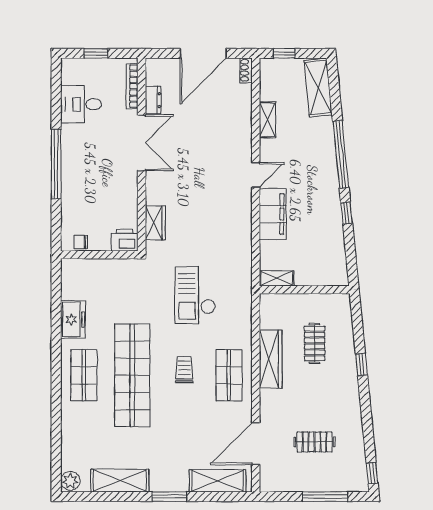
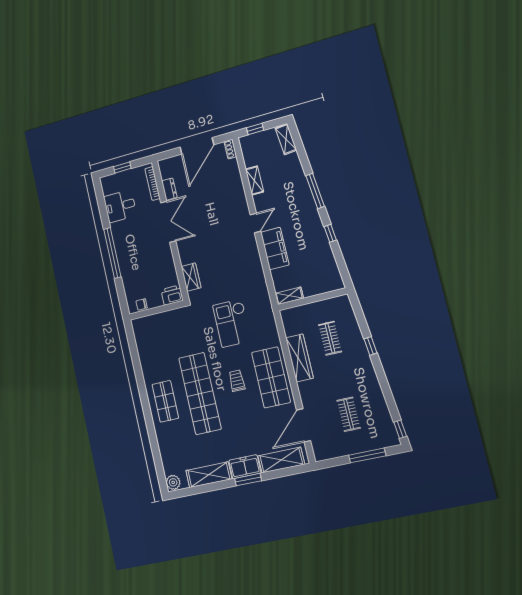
shelving: (318, 88) -> (286, 139), width x0.67, depth x0.75
window: (341, 154) -> (315, 191), width x0.68
freezer: (73, 319) -> (245, 467), moved, turned -90
shop shelf: (229, 375) -> (271, 377), width x1.43, depth x1.36
clothes rail: (315, 442) -> (349, 414), turned 90

